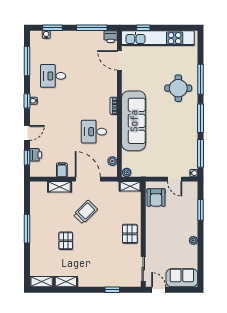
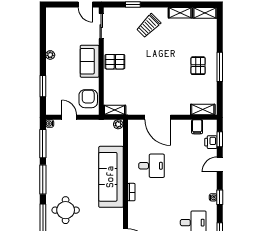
plant: (112, 161) -> (133, 136), removed
filing cabinet: (62, 170) -> (197, 127), moved
shelving: (59, 187) -> (203, 110), moved
trolley: (85, 212) -> (148, 26), moved
pallet: (130, 234) -> (115, 62), turned 90
pallet: (66, 241) -> (198, 66), moved
sofa: (182, 278) -> (90, 61), moved, turned 90

